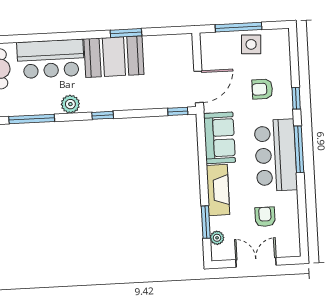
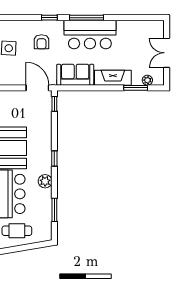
window: (32, 119) -> (54, 210), width x0.69
armchair: (265, 217) -> (134, 45), removed

